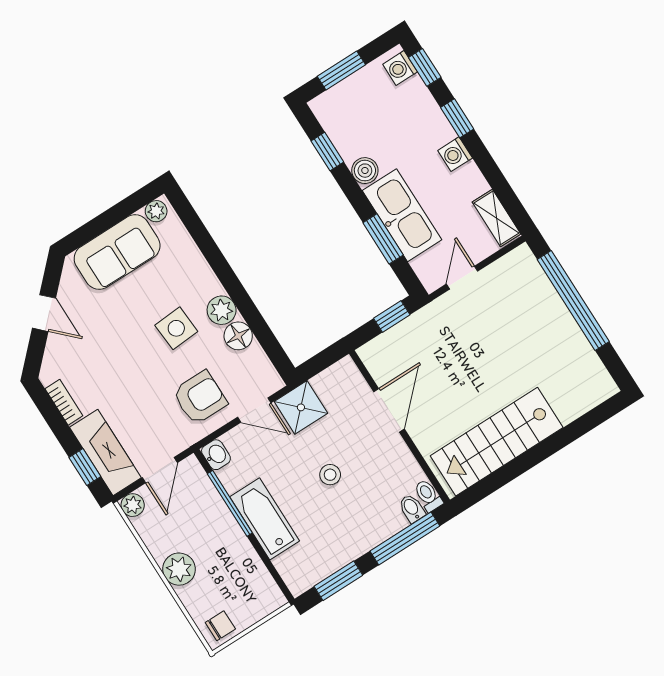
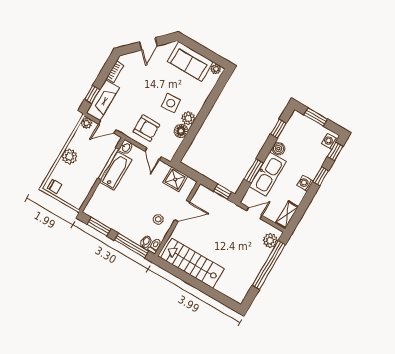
plant: (529, 274) -> (270, 240), added
shower: (301, 407) -> (175, 179), moved
stool: (330, 475) -> (158, 219), moved
bathtub: (265, 519) -> (116, 171), moved

